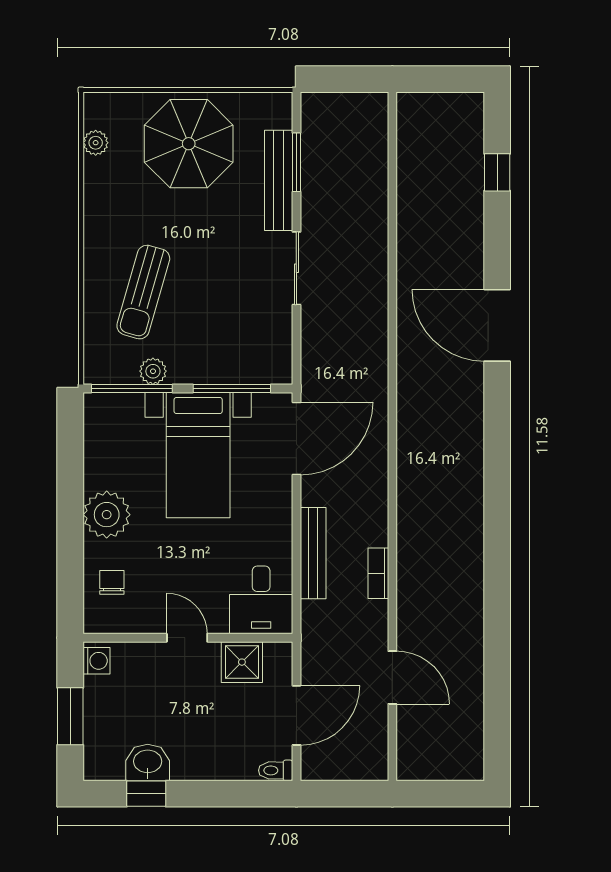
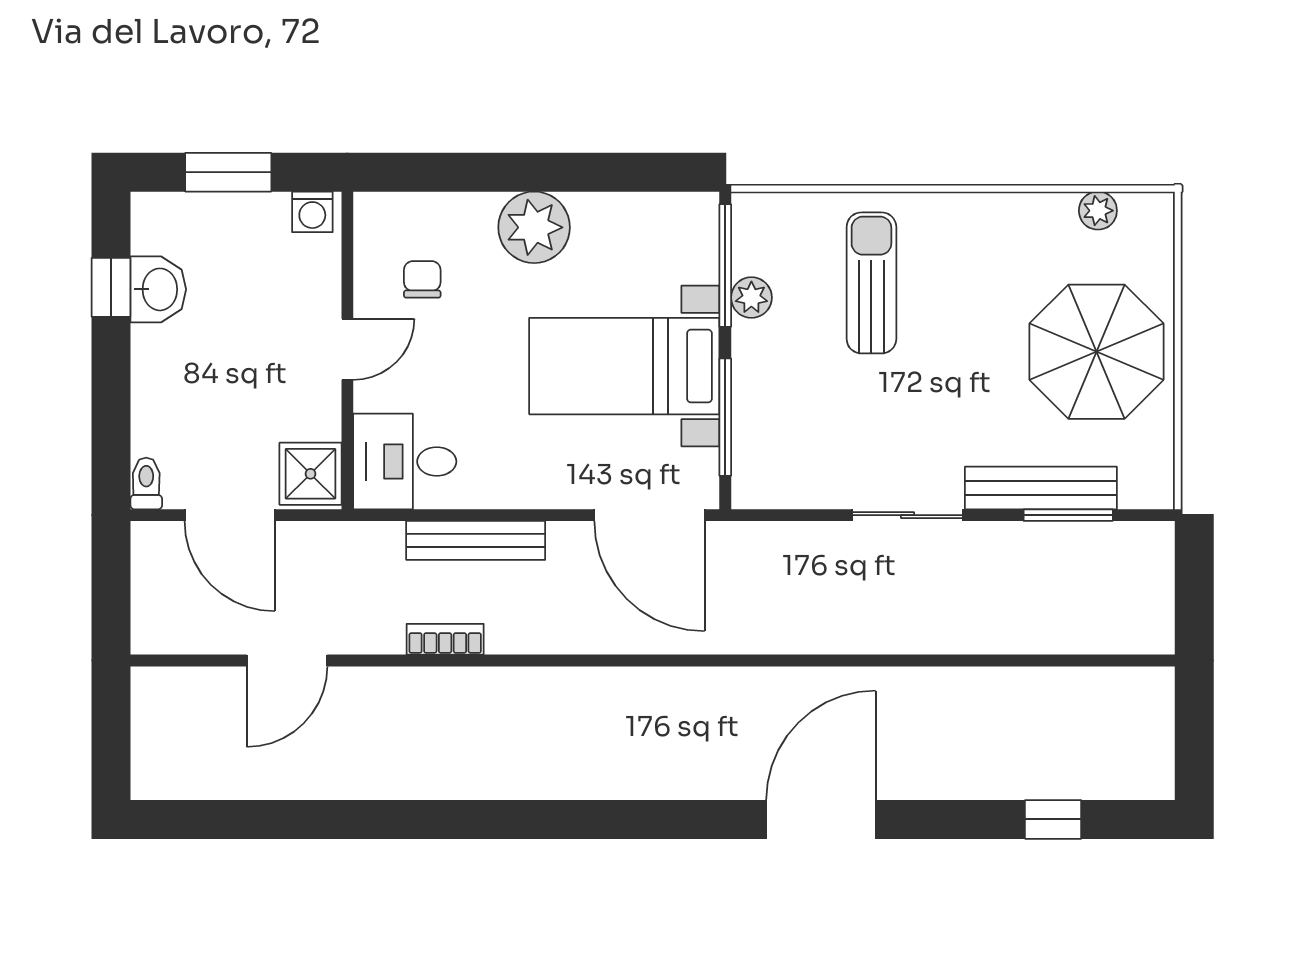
sun lounger: (143, 292) -> (871, 283), turned 74
chair: (112, 582) -> (422, 279), moved, turned -90
shower: (242, 662) -> (310, 474), moved

